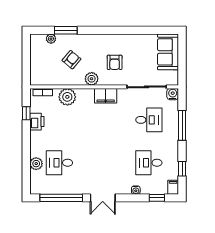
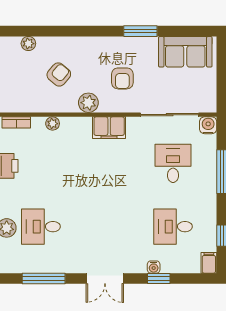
window: (66, 30) -> (140, 31), moved
sofa: (168, 52) -> (185, 52), moved, turned -90
plant: (67, 97) -> (53, 124), width x0.53, depth x0.53
desk: (149, 120) -> (173, 163), turned -90
window: (61, 198) -> (44, 278), width x0.68
window: (157, 198) -> (159, 278), moved

